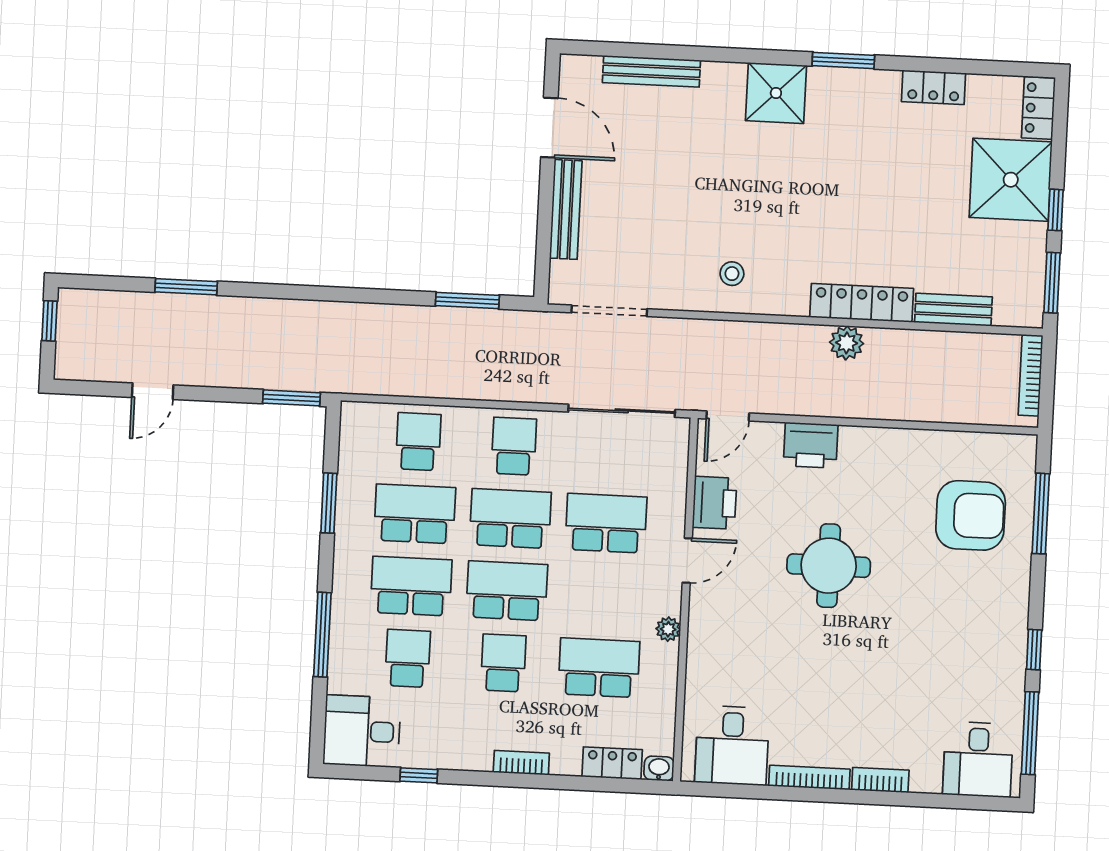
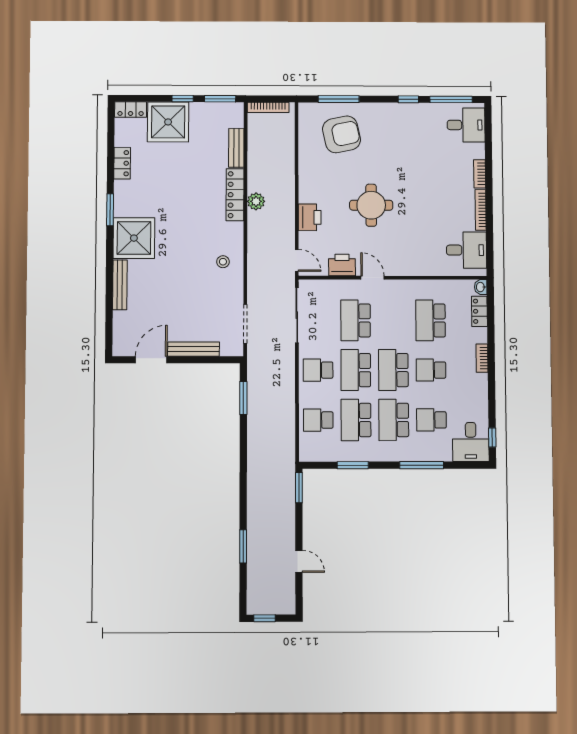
bench: (651, 71) -> (120, 285), moved
shower: (776, 93) -> (134, 238), width x1.37, depth x1.37
armchair: (971, 515) -> (341, 134), turned 78
plant: (668, 629) -> (409, 286), removed
window: (419, 775) -> (492, 437), moved

